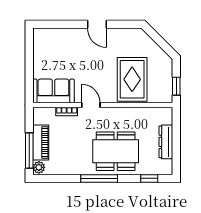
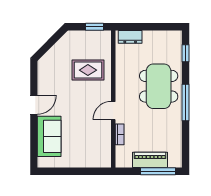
rug: (132, 79) -> (88, 70), width x0.73, depth x0.70
sofa: (53, 91) -> (49, 136), moved, turned 180
dresser: (166, 142) -> (130, 37), moved, width x0.70
plant: (39, 167) -> (175, 162), removed

